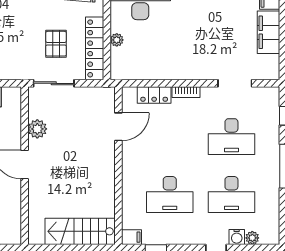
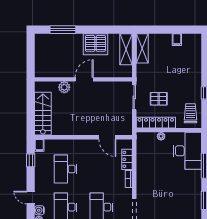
plant: (37, 129) -> (64, 87), moved

